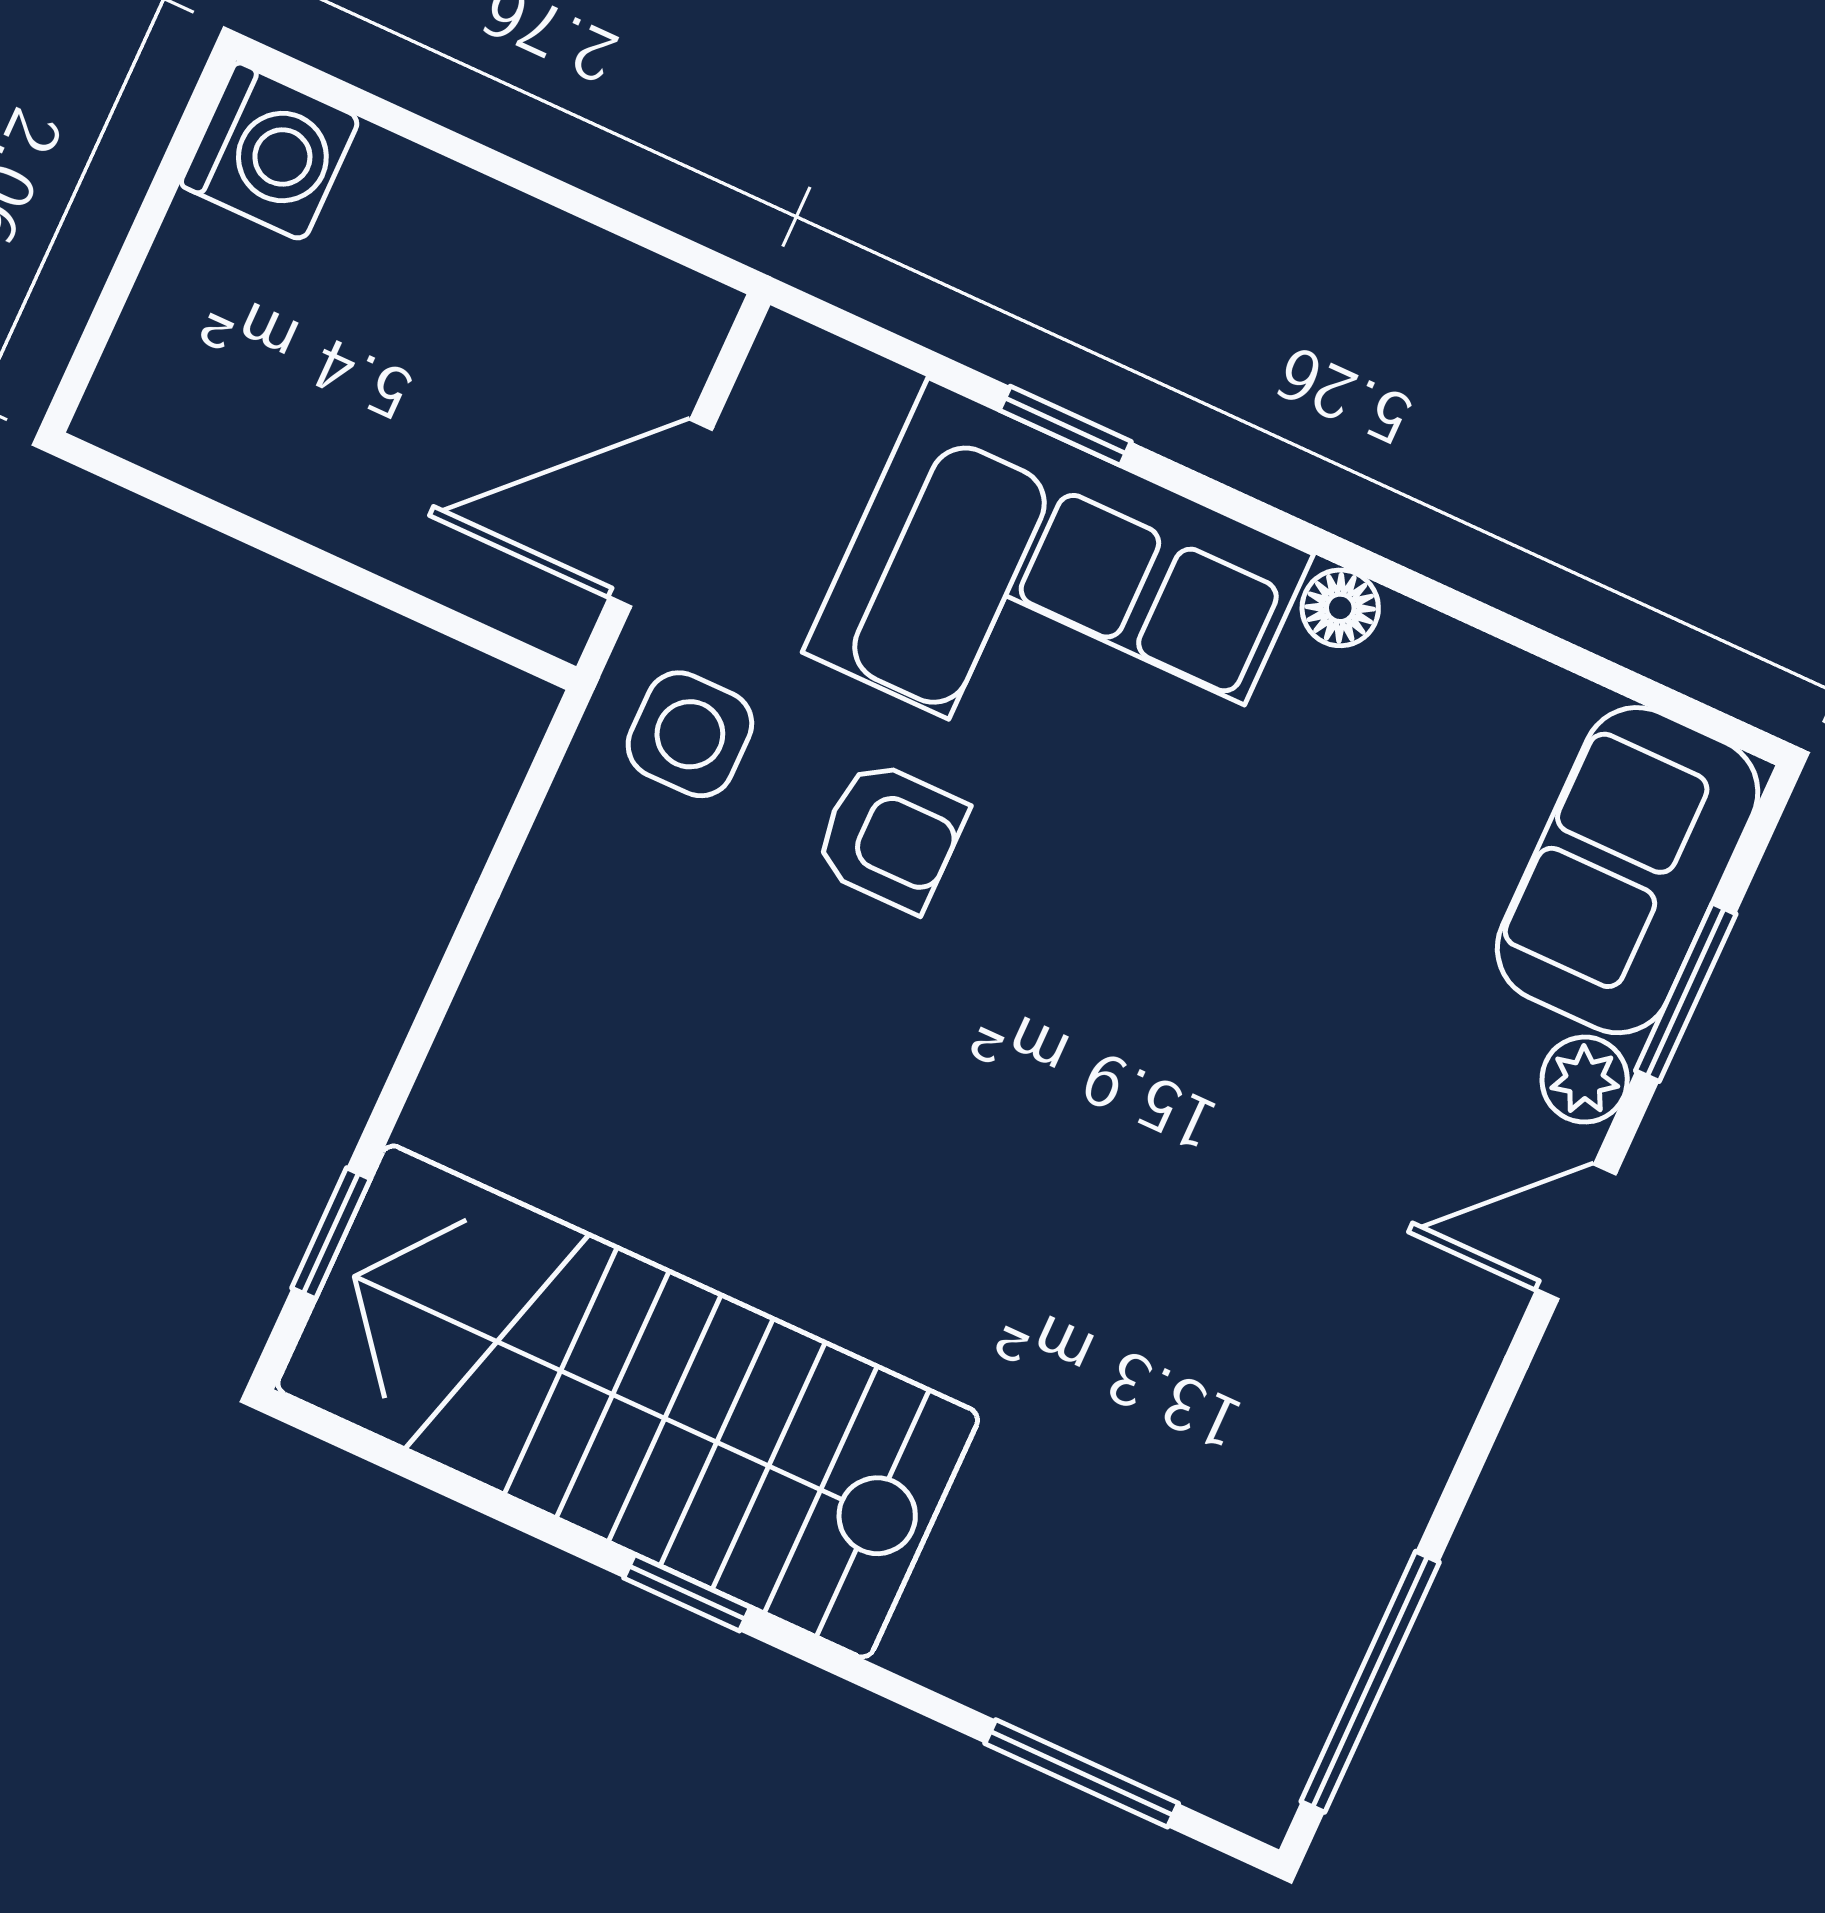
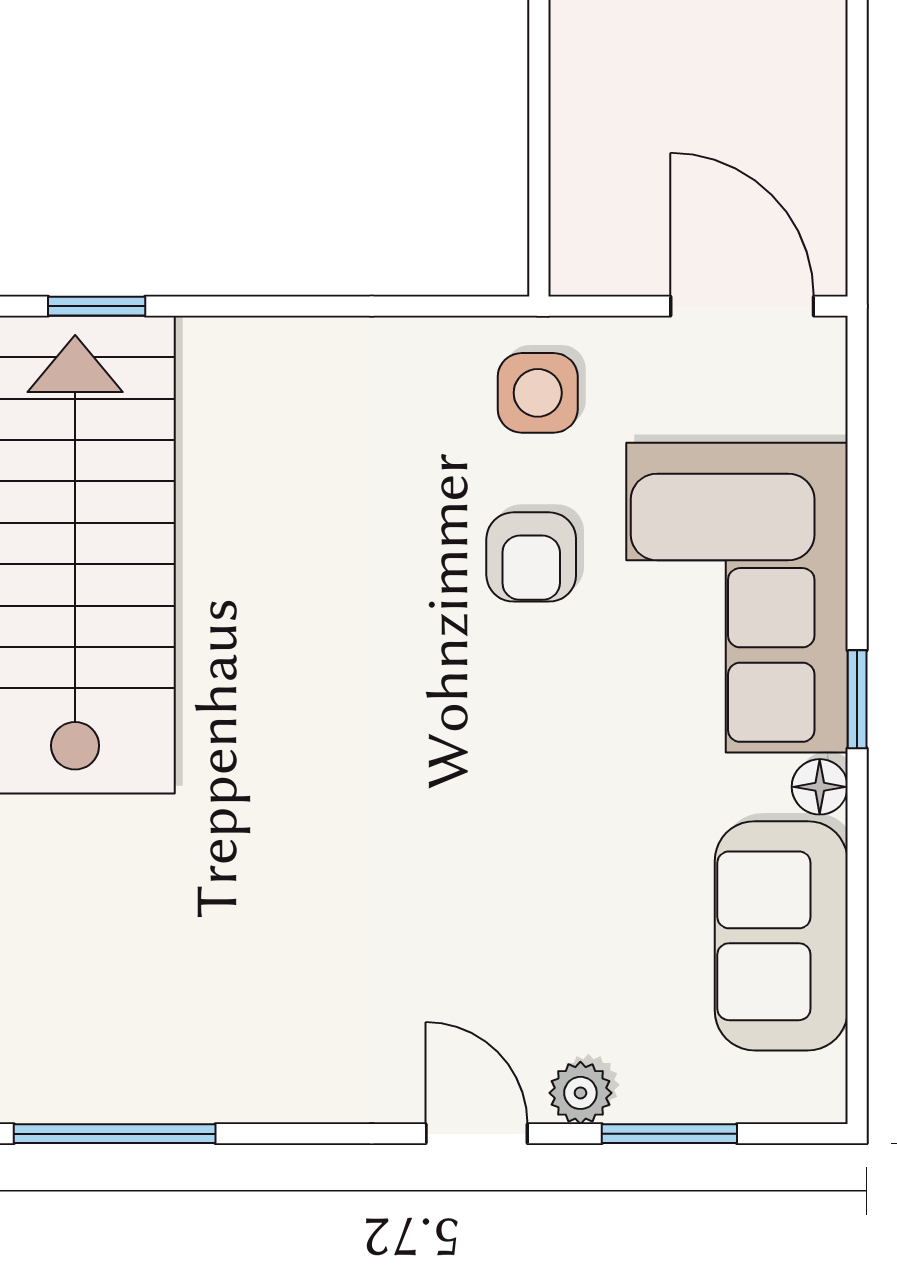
window: (1065, 426) -> (857, 699), moved
door: (661, 513) -> (742, 306), moved
sofa: (1628, 870) -> (781, 936), moved, turned -90

